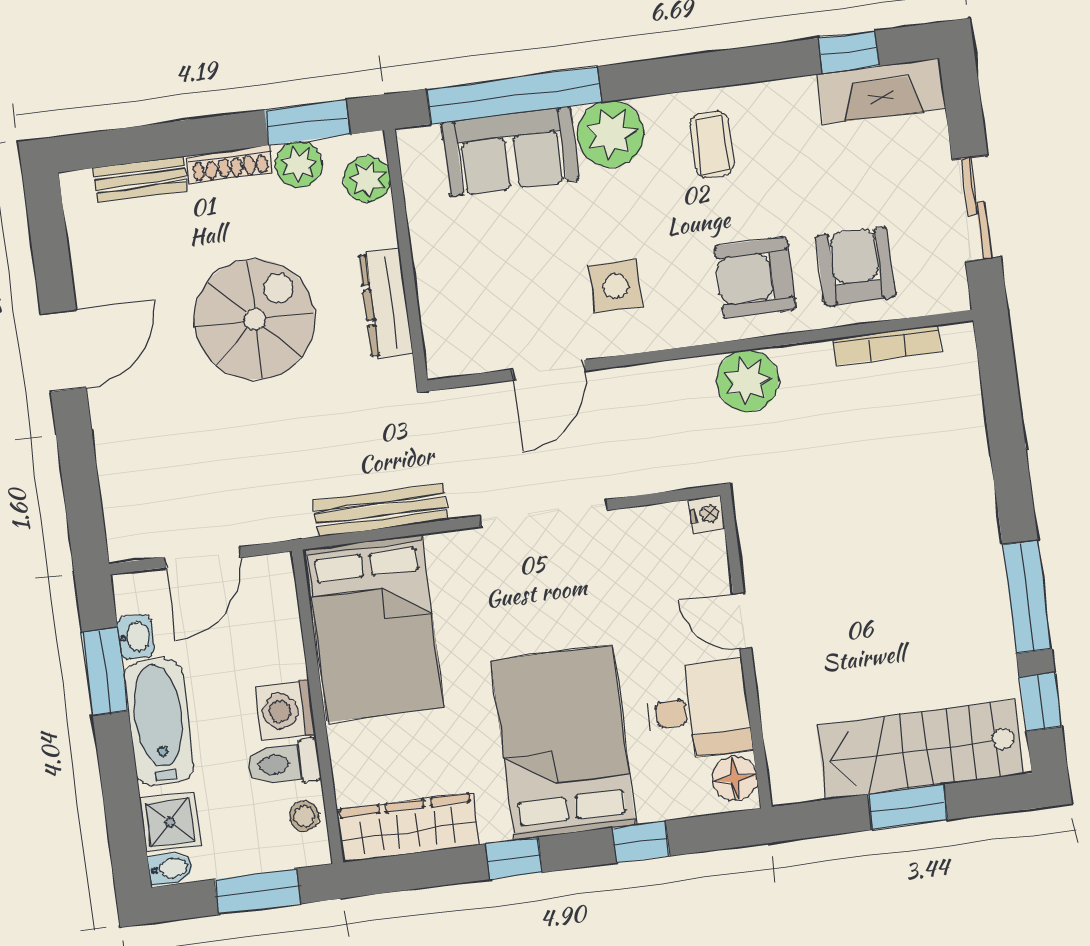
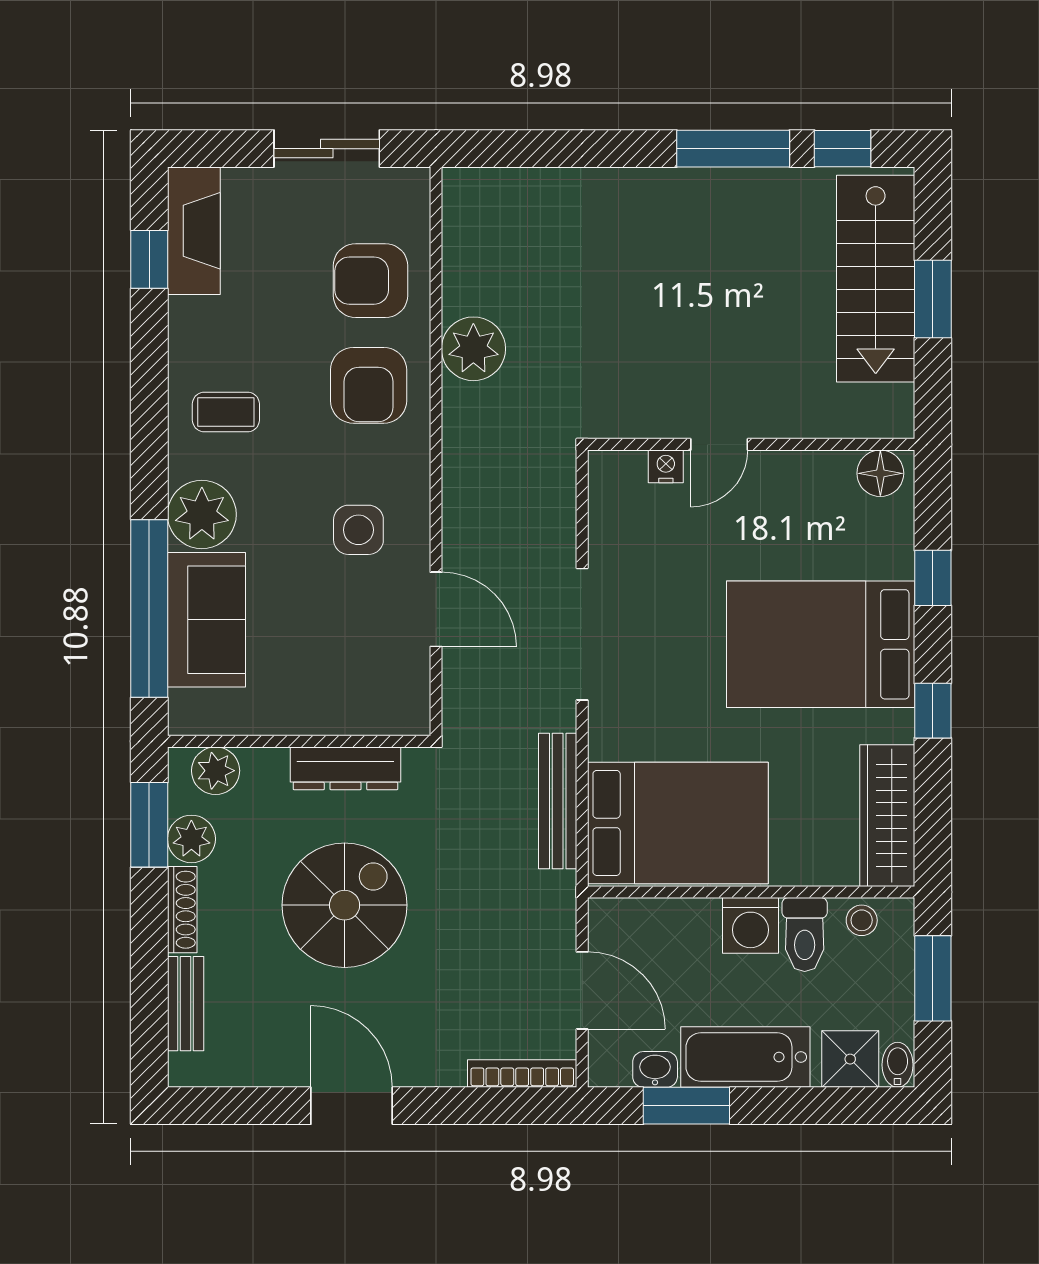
spiral stairs: (254, 319) -> (345, 905), turned 90
bookcase: (887, 345) -> (522, 1073), moved, turned -90
plant: (748, 381) -> (473, 349), moved
nightstand: (707, 514) -> (666, 466), moved
desk: (698, 710) -> (805, 502), removed

